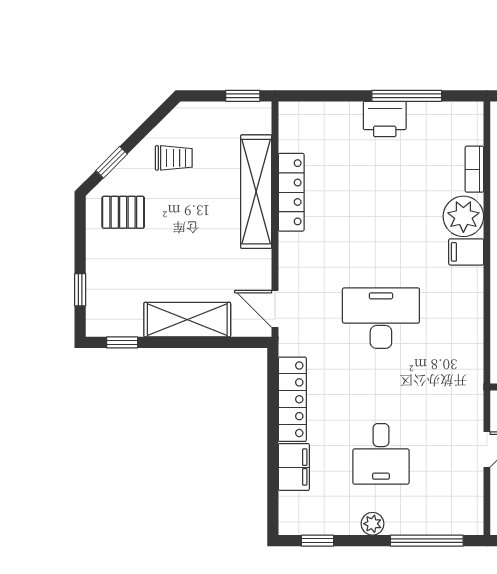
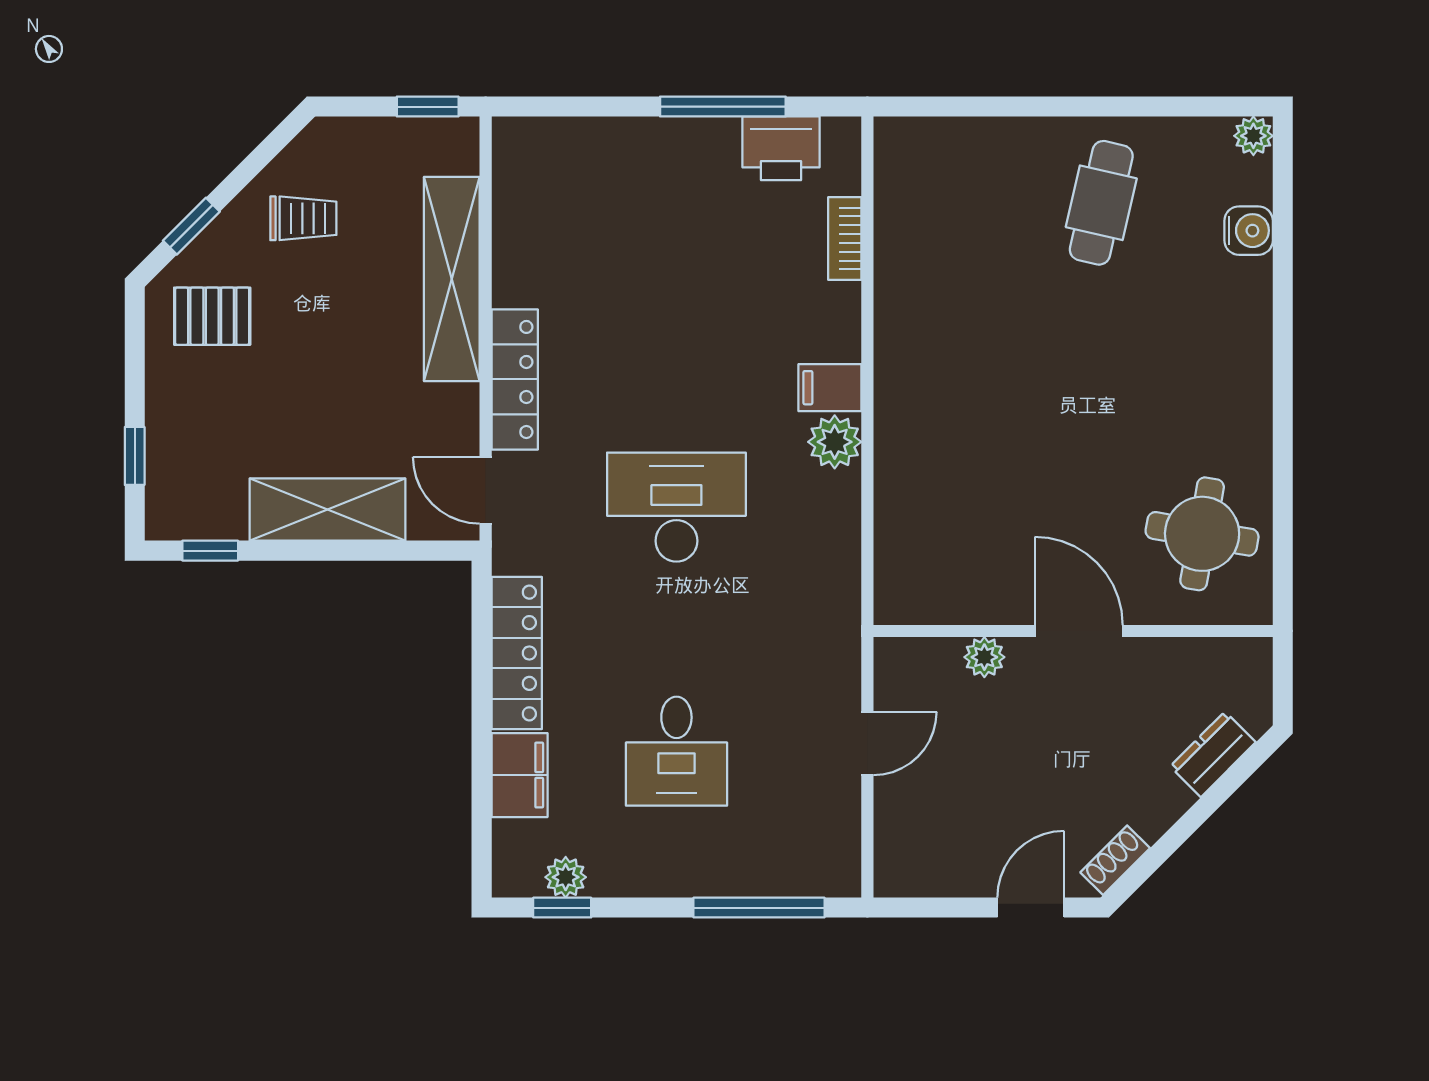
printer: (385, 119) -> (781, 148), moved
locker: (291, 192) -> (515, 379), moved
plant: (463, 216) -> (835, 442), moved, width x0.73, depth x0.73
plant: (372, 524) -> (566, 877), moved

